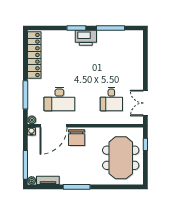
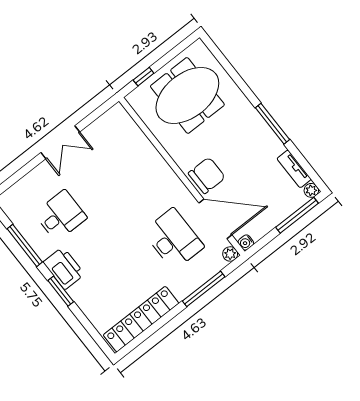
desk: (111, 99) -> (60, 216), moved
double door: (145, 103) -> (60, 142), moved

